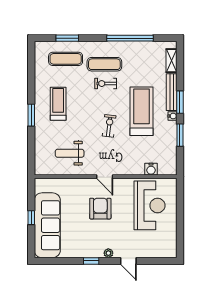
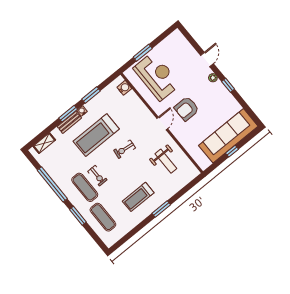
window: (67, 38) -> (78, 216), moved
bench: (172, 92) -> (69, 122), width x0.73
water cooler: (151, 169) -> (124, 88), moved
reception desk: (149, 205) -> (157, 76), turned 90
window: (180, 210) -> (143, 53), added

